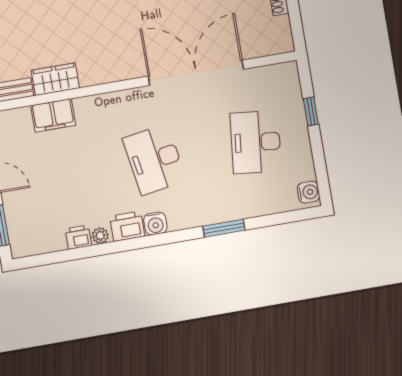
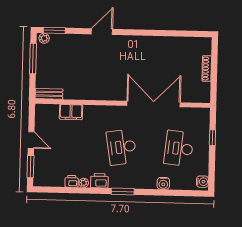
wardrobe: (55, 79) -> (76, 93), removed
water cooler: (155, 224) -> (163, 183), moved
window: (224, 228) -> (123, 191), moved

